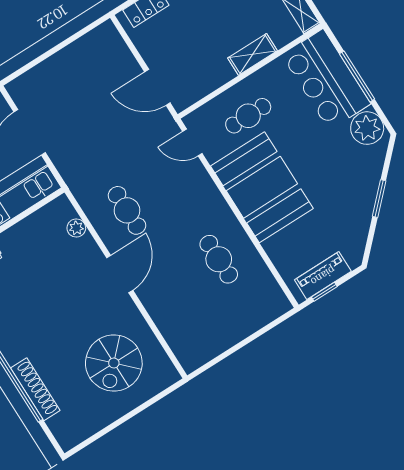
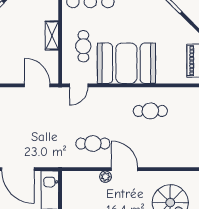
shelving: (253, 54) -> (52, 36), moved
door: (157, 87) -> (37, 85), swing flipped
plant: (76, 228) -> (106, 177), moved

